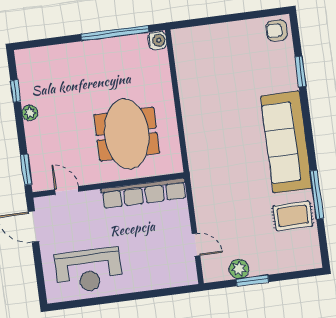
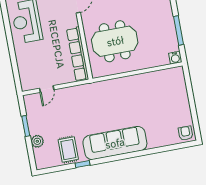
window: (115, 33) -> (178, 30), width x0.68
window: (300, 71) -> (160, 150), removed
window: (317, 195) -> (83, 164), width x0.46
plant: (239, 269) -> (37, 141), moved

